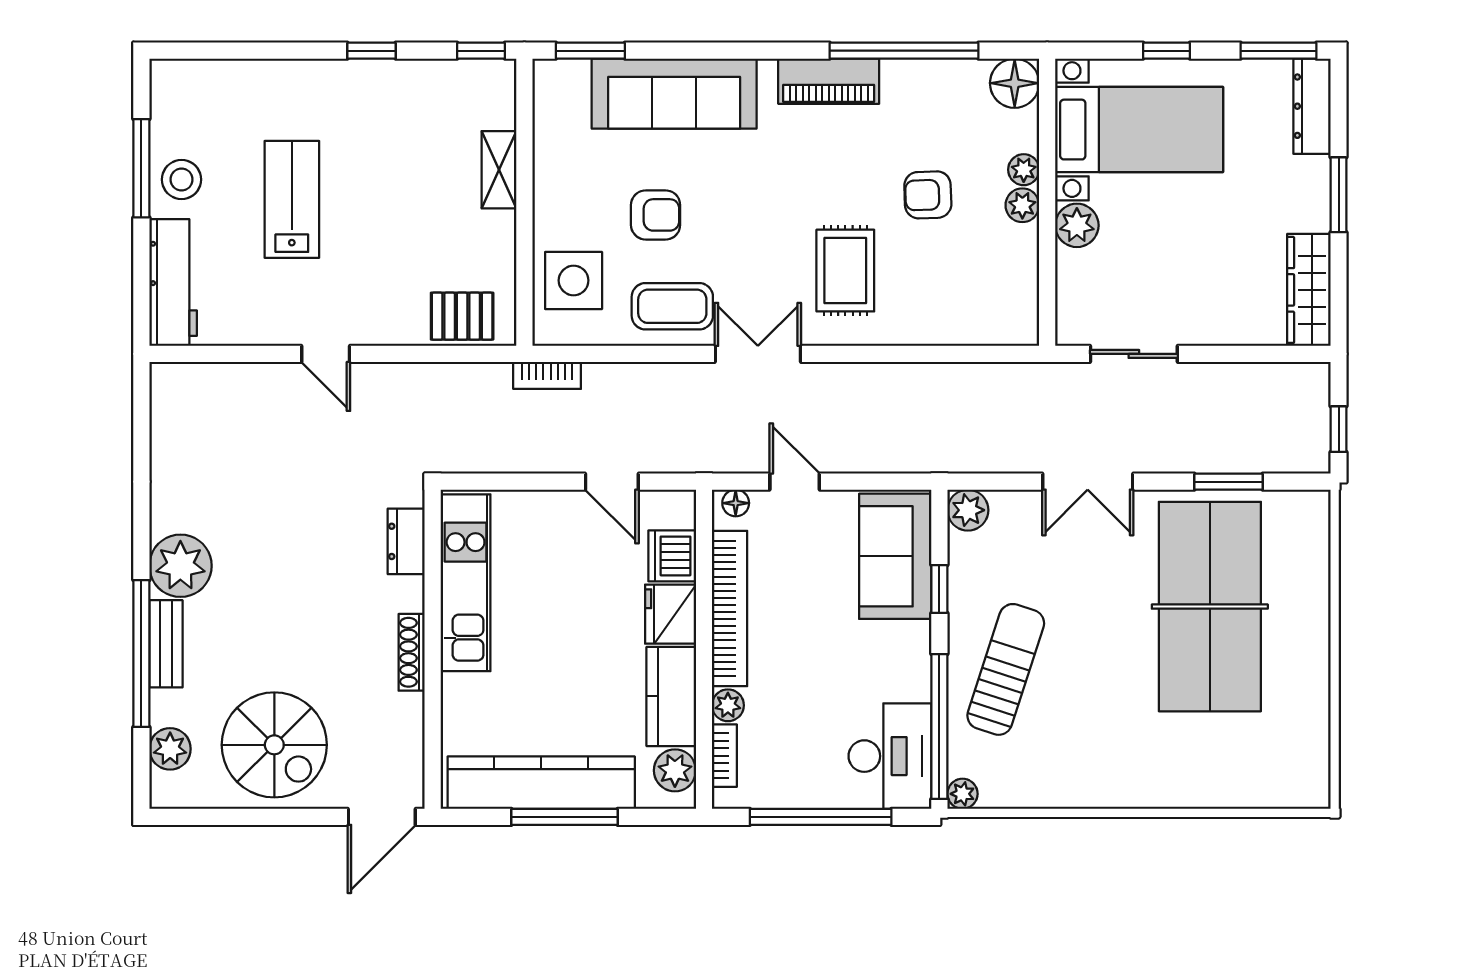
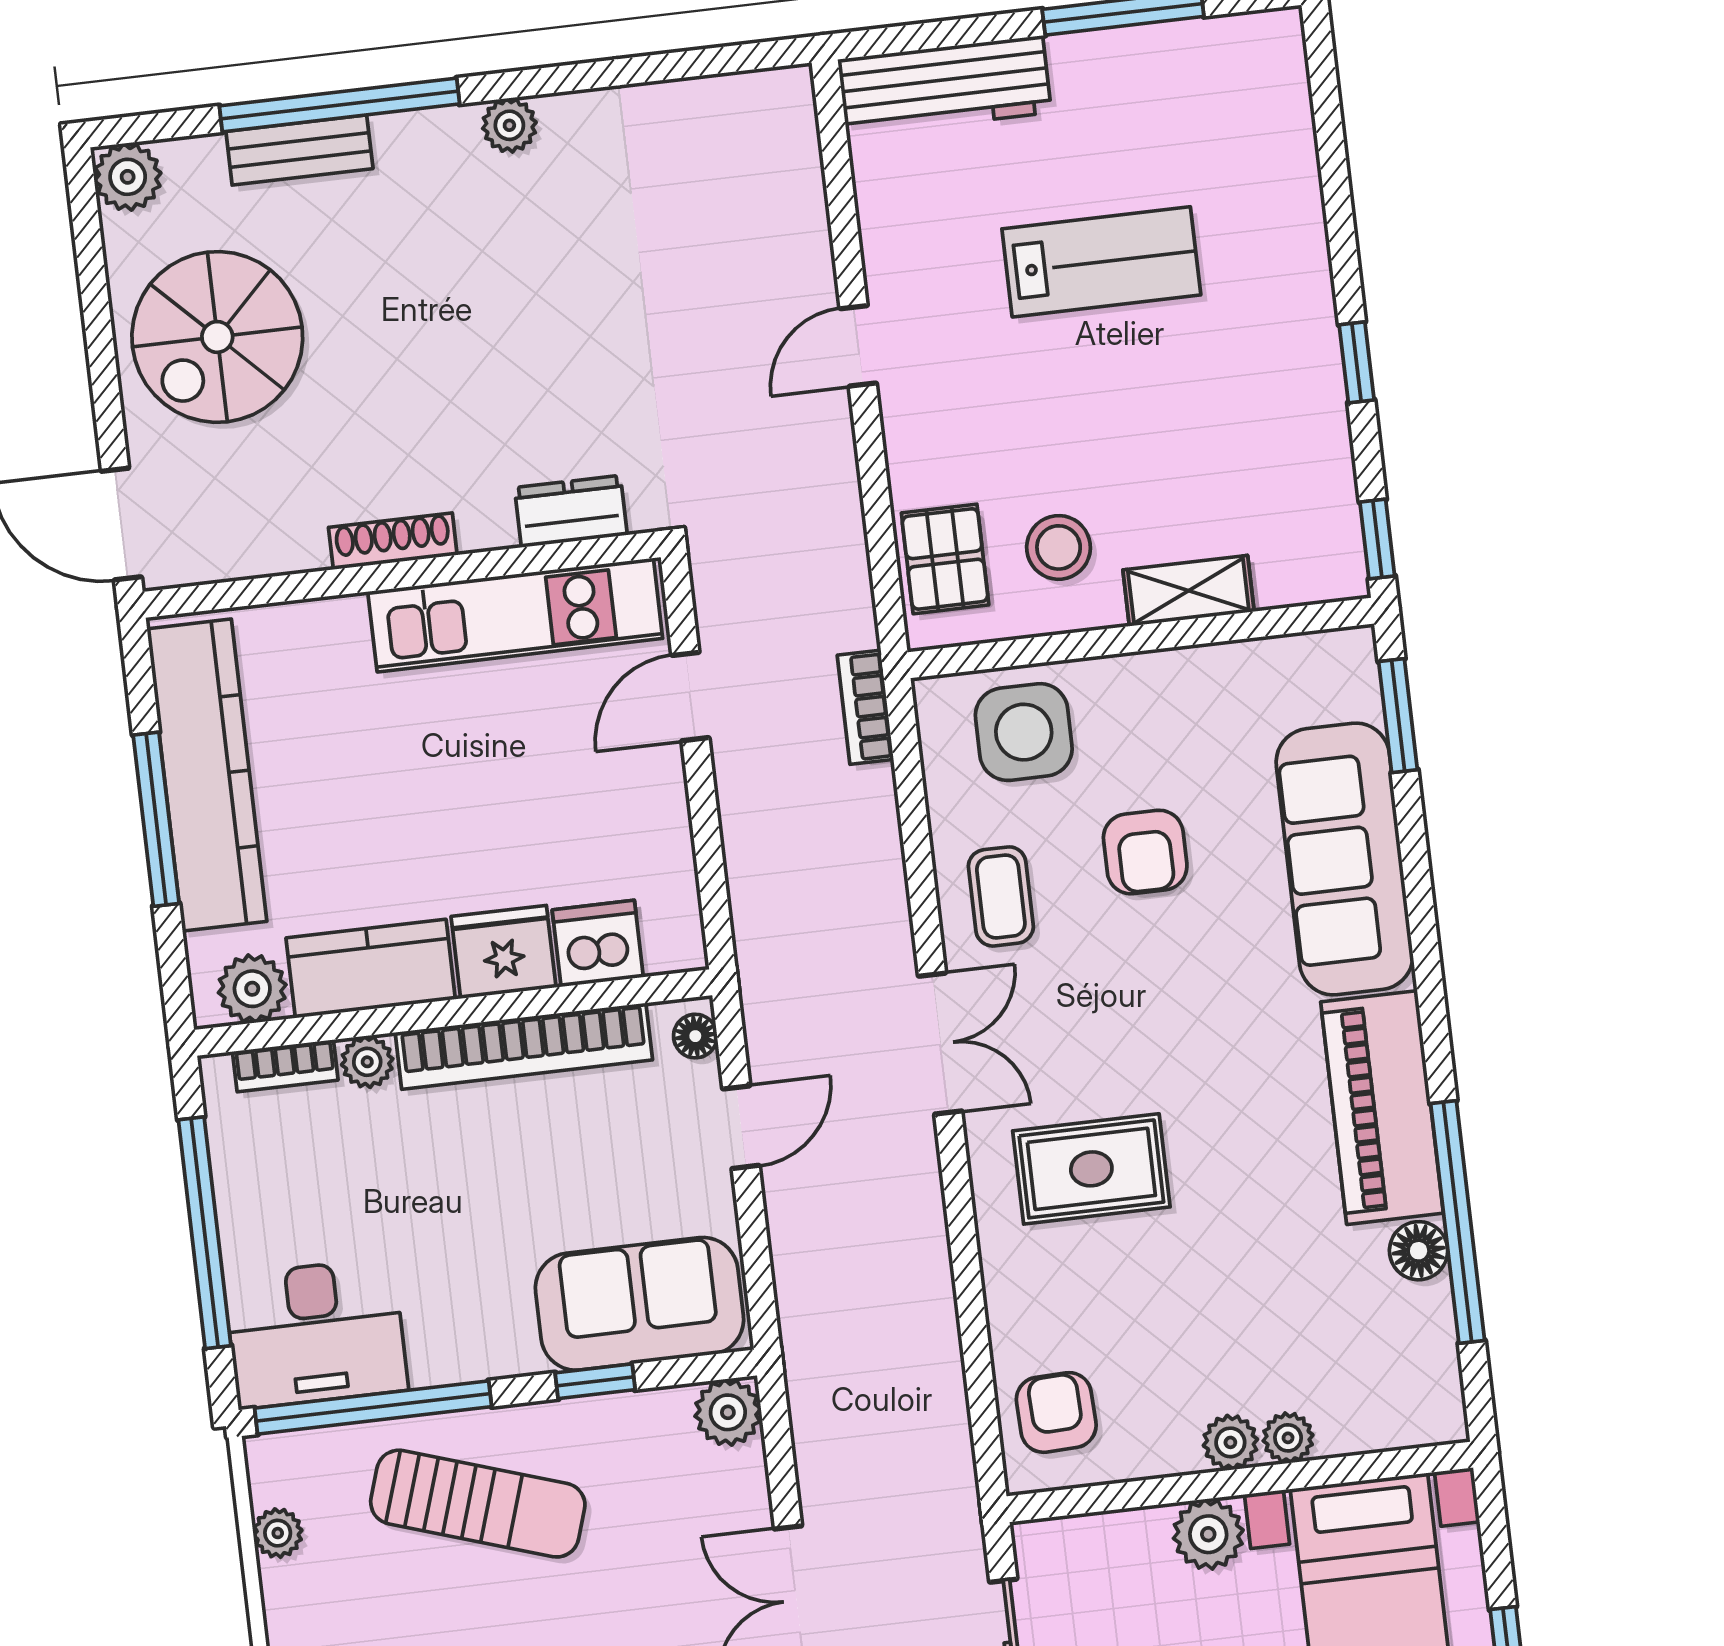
piano: (829, 81) -> (1382, 1108), width x1.37, depth x1.33
floor lamp: (1015, 83) -> (1419, 1251), moved, width x0.73, depth x0.73
stool: (182, 180) -> (1059, 547), moved
armchair: (928, 195) -> (1056, 1412), moved
coffee table: (672, 306) -> (1001, 896), width x0.73, depth x0.77
door: (612, 482) -> (690, 697), moved
plant: (180, 566) -> (509, 125), width x0.53, depth x0.53
bench: (166, 644) -> (299, 150), moved
plant: (170, 749) -> (128, 177), moved
plant: (962, 794) -> (278, 1533), moved

